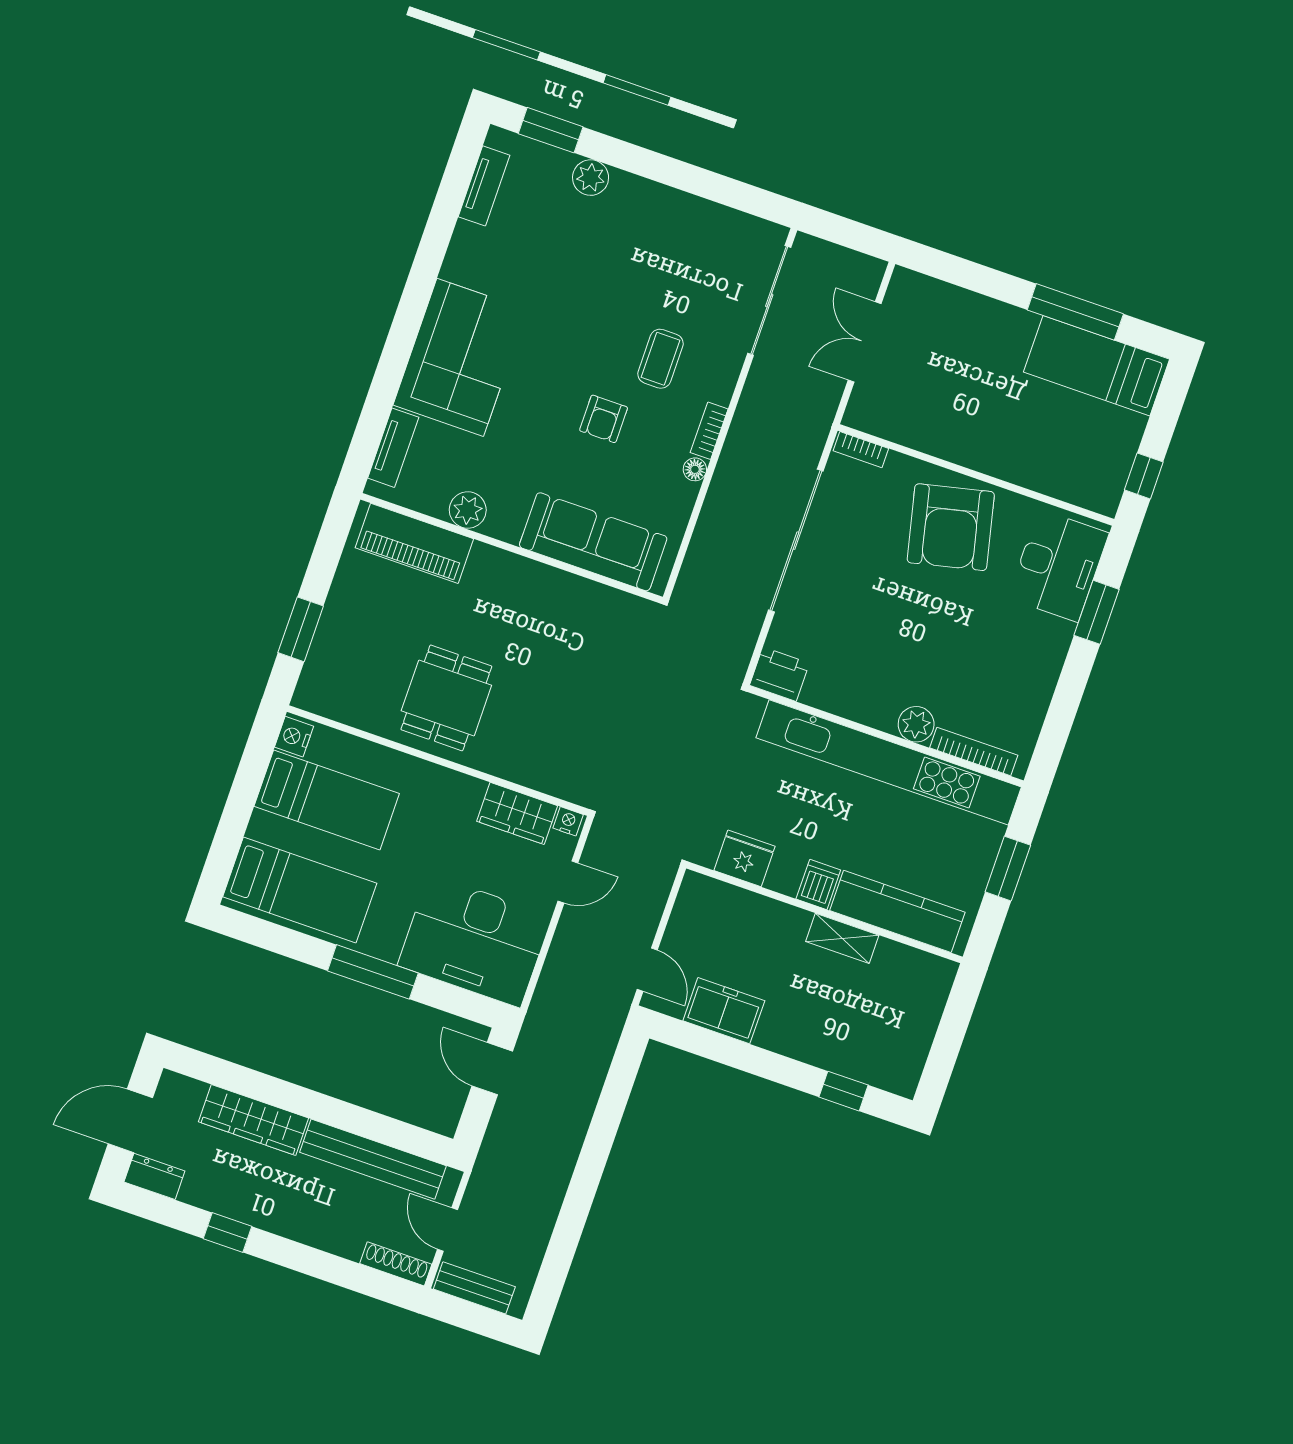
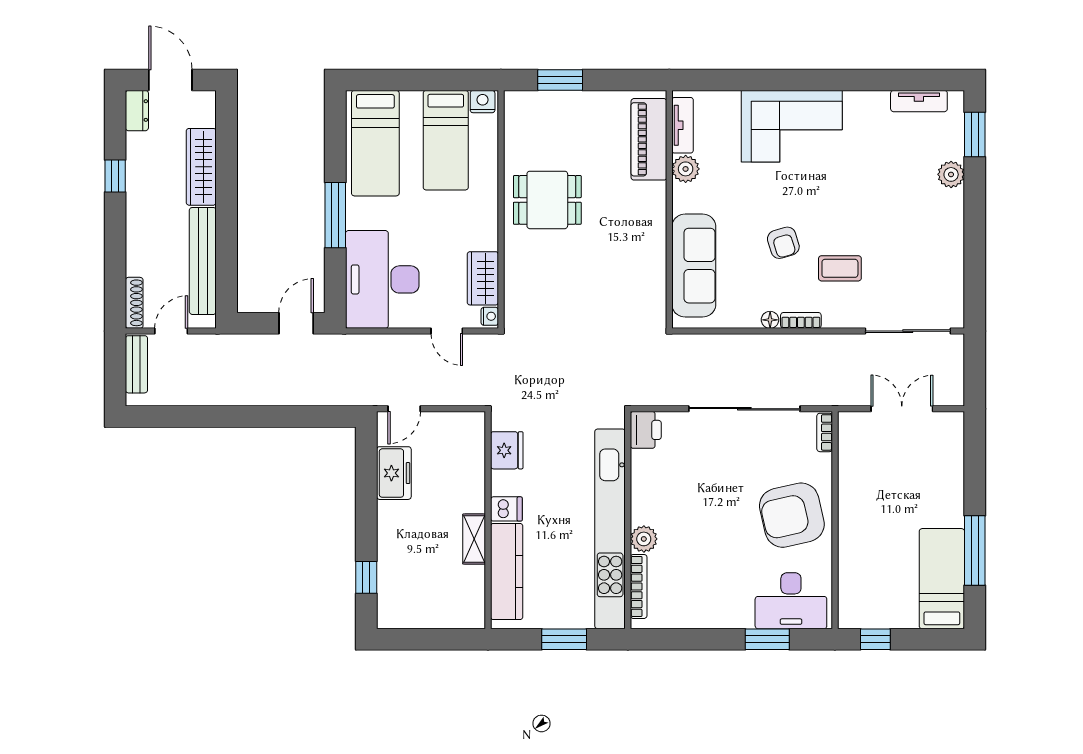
armchair: (604, 419) -> (783, 243), turned -107
tv unit: (393, 448) -> (683, 125), moved, turned -90

